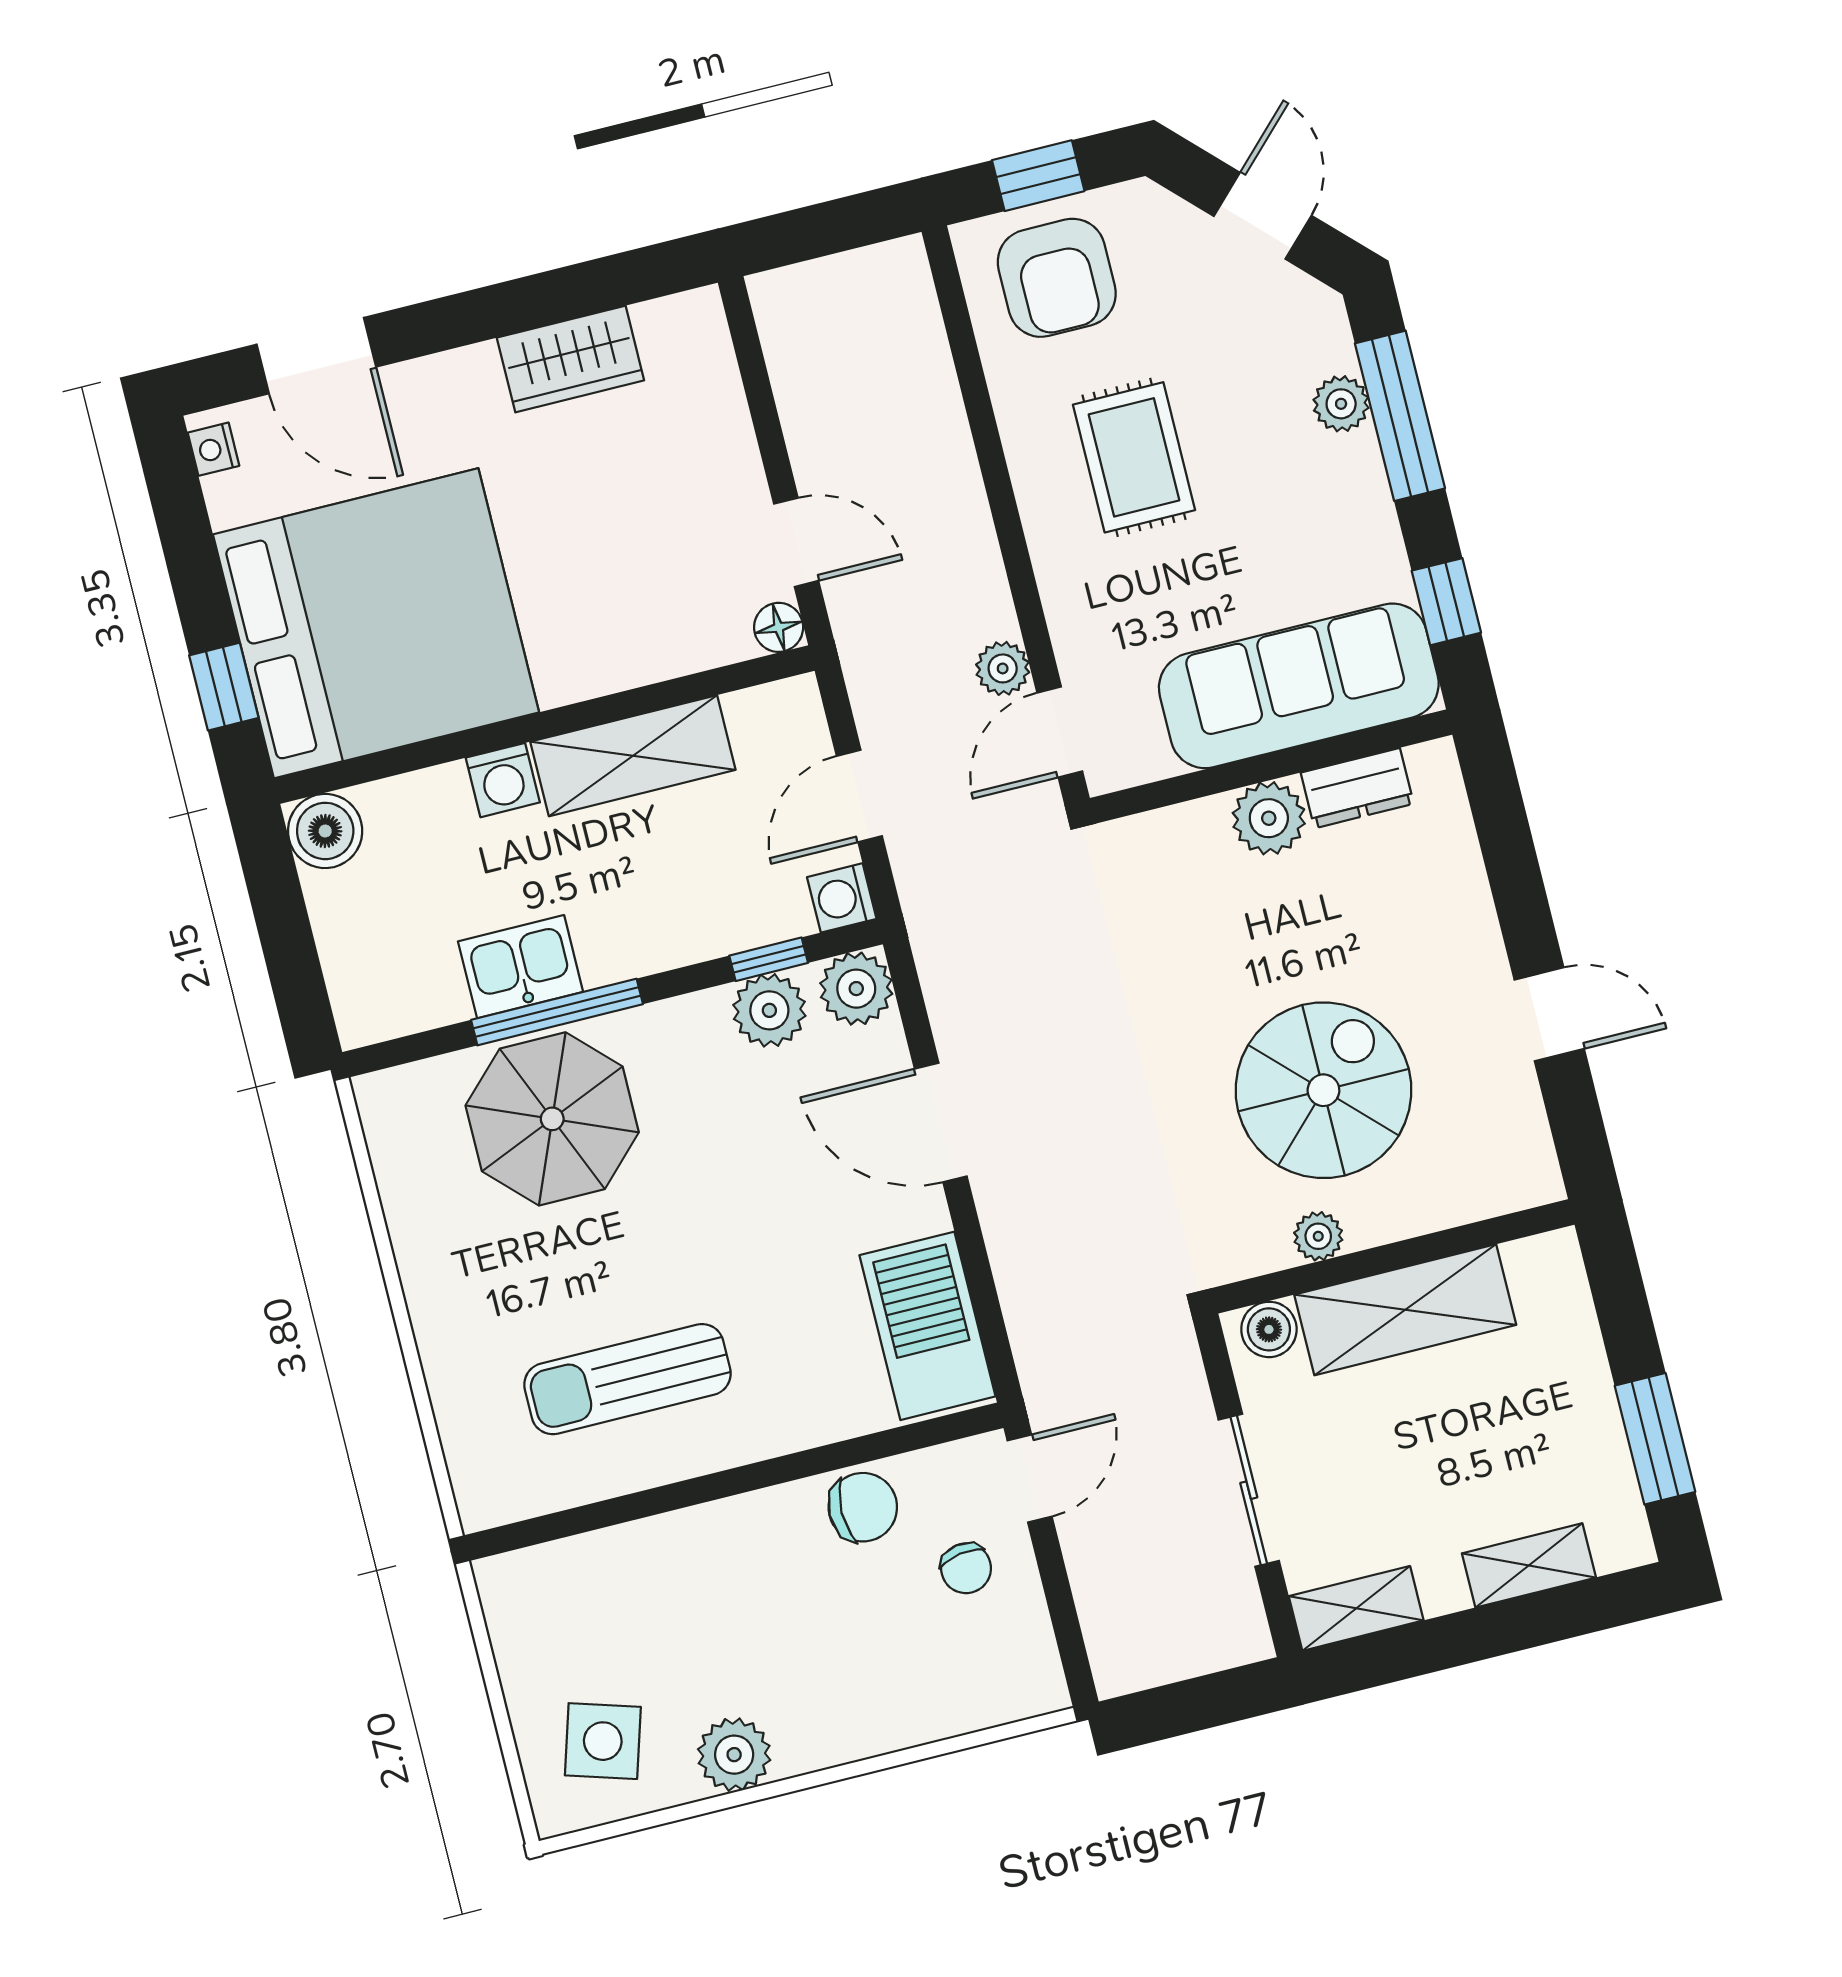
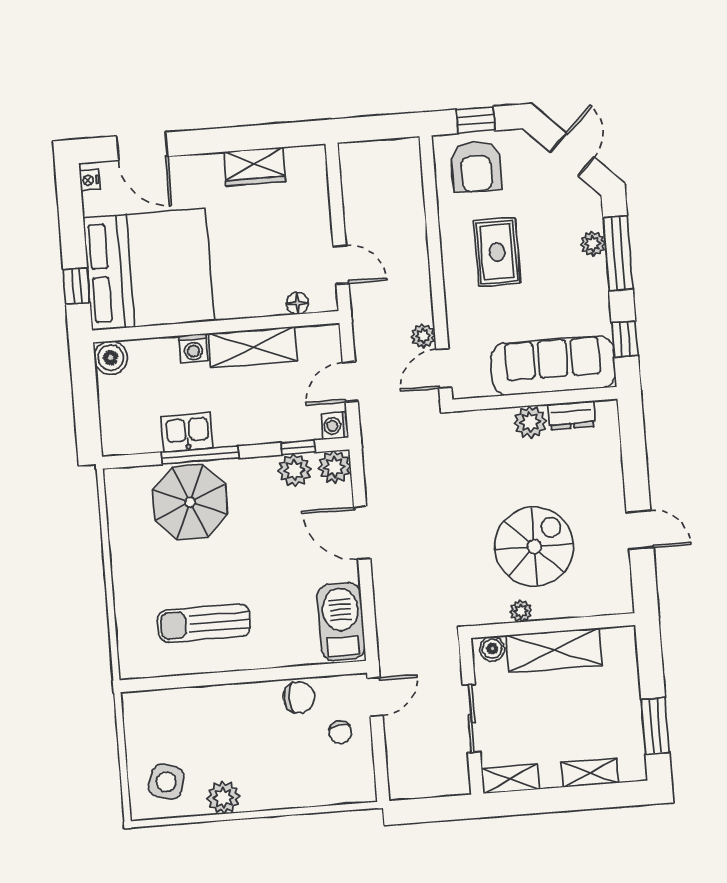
floor lamp: (779, 627) -> (297, 303), moved

